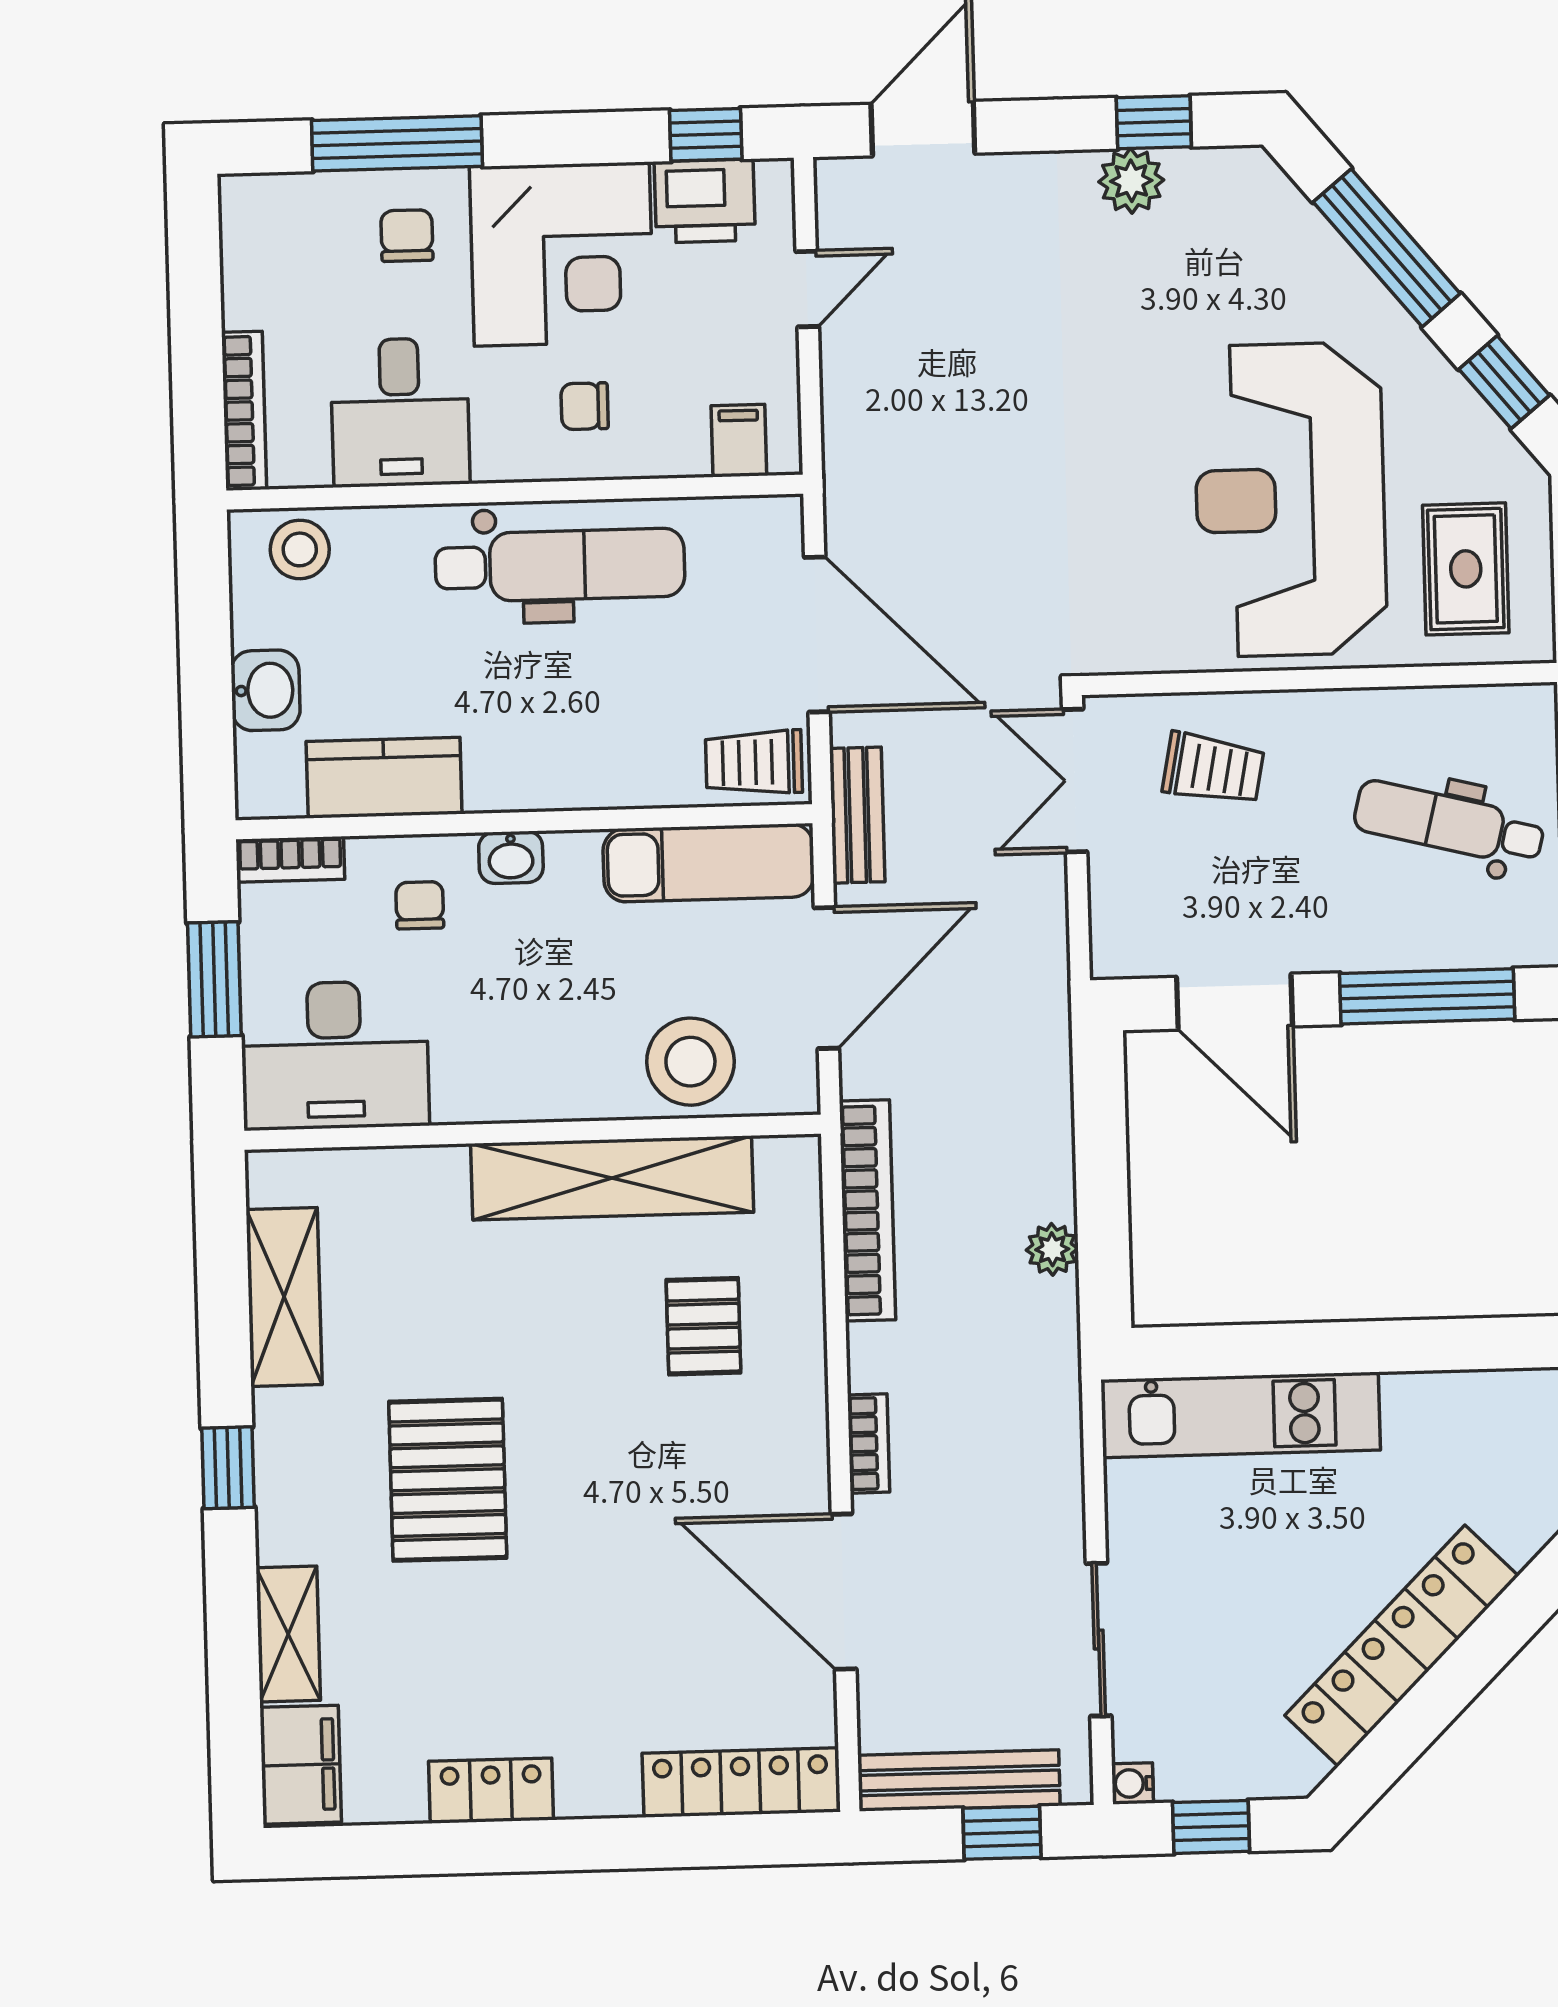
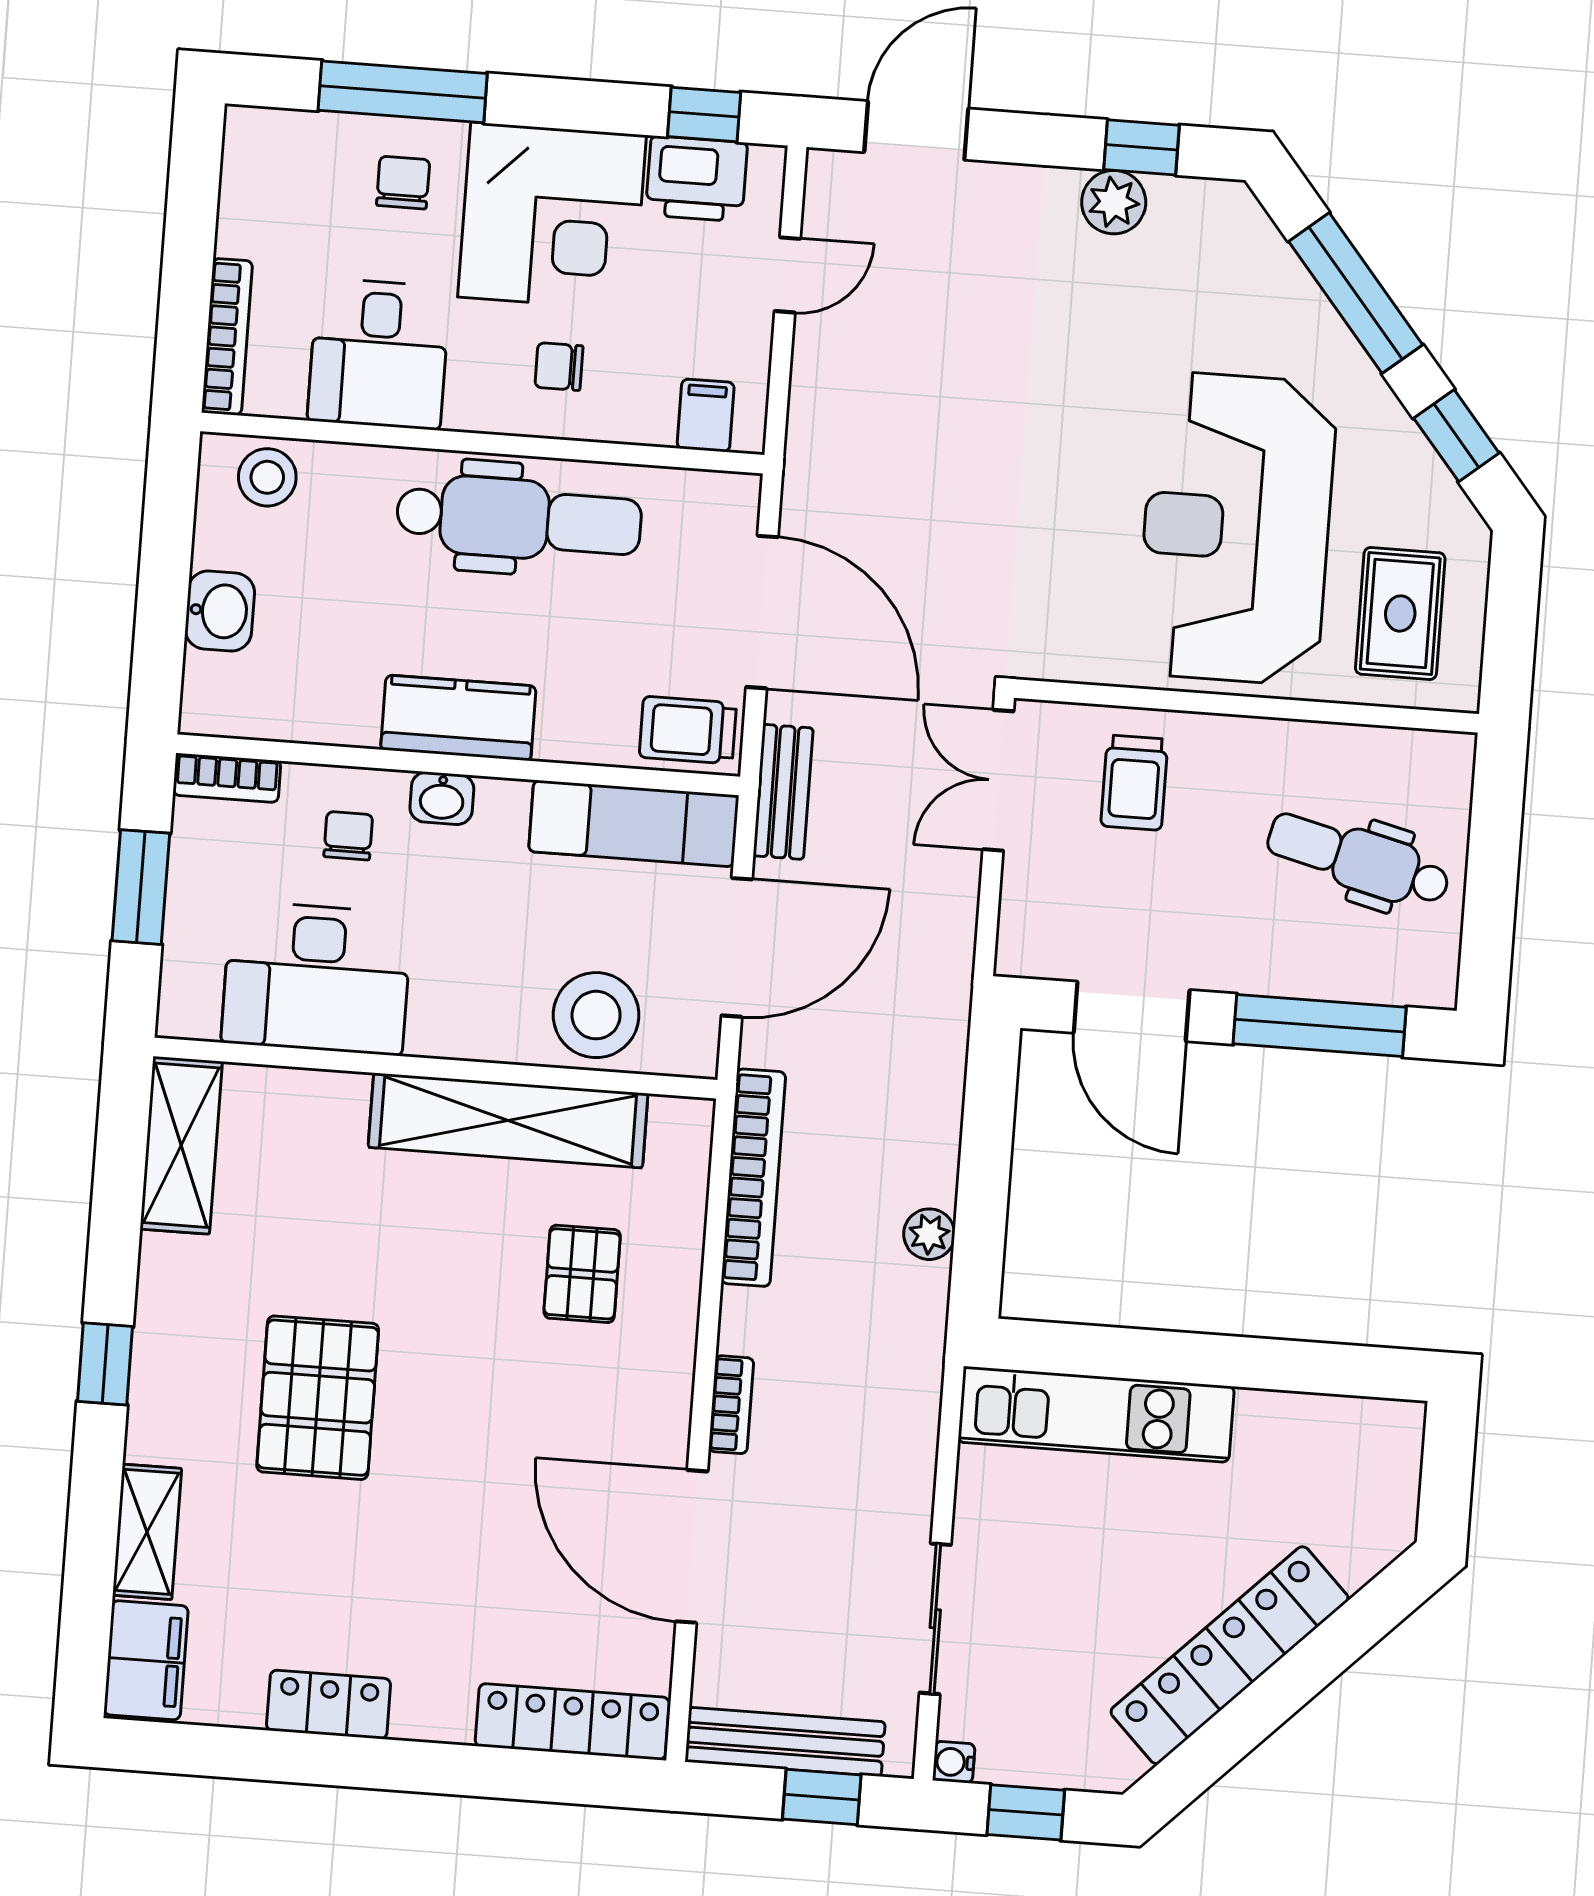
trolley: (1213, 769) -> (1134, 783), turned 79
kitchen counter: (384, 778) -> (458, 718), moved
desk: (335, 1055) -> (317, 978), moved
shelving: (284, 1297) -> (181, 1145), moved

